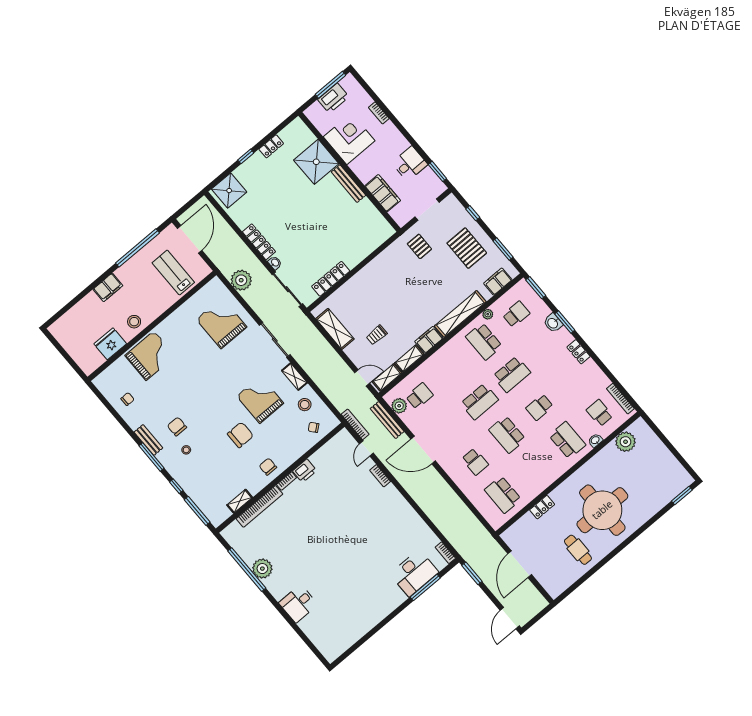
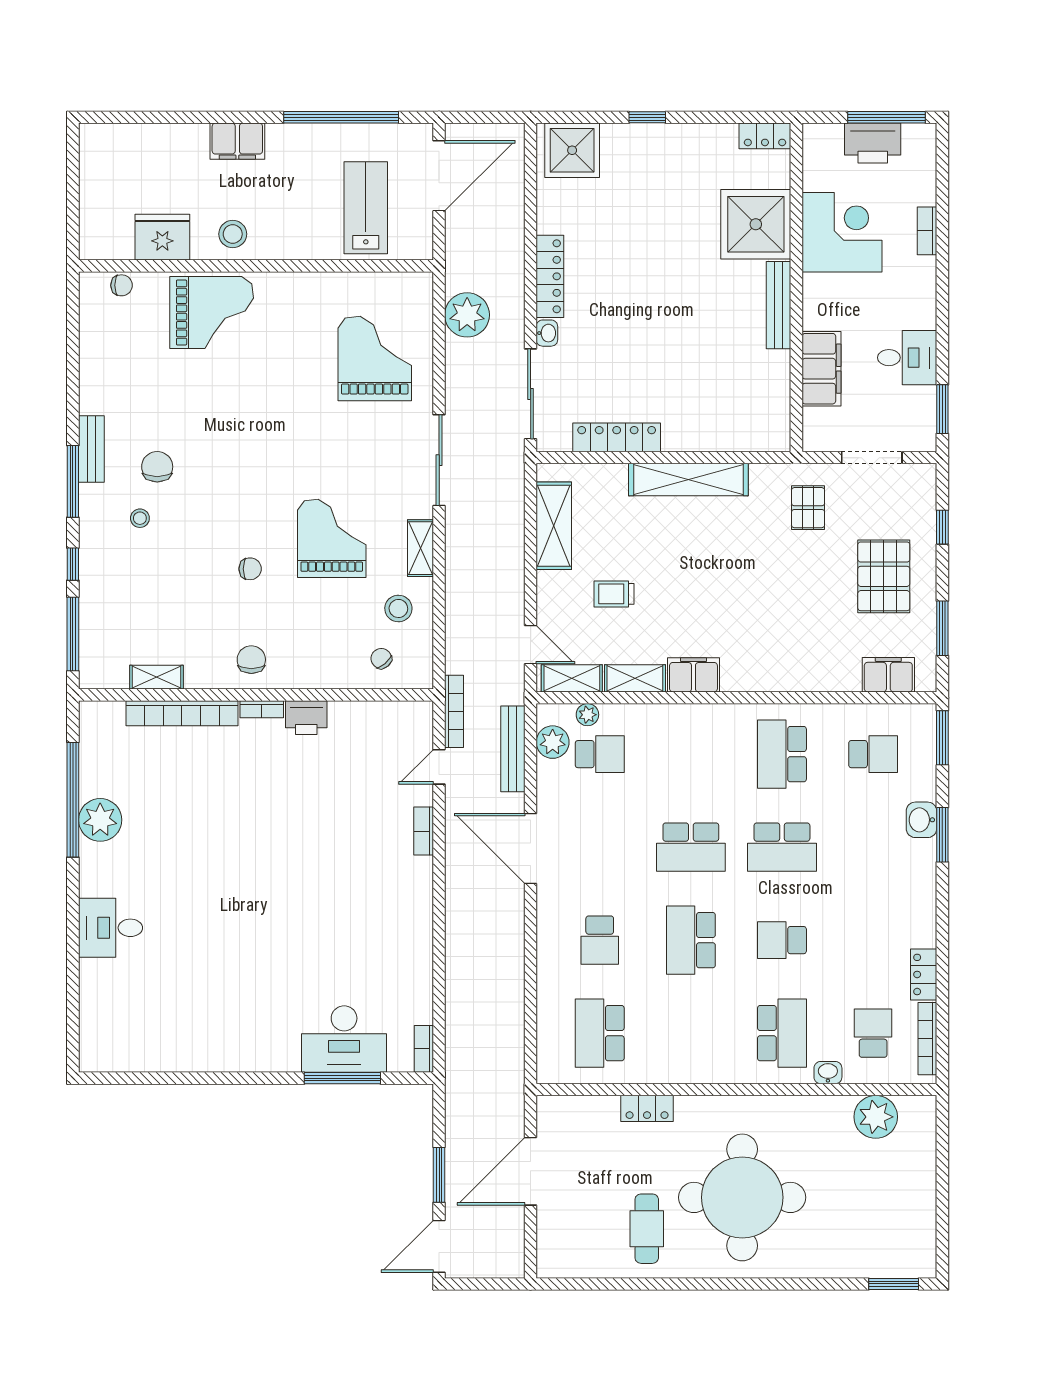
locker: (271, 146) -> (765, 136), moved
shelving: (460, 314) -> (688, 480), moved
plant: (488, 314) -> (587, 715), moved
locker: (579, 352) -> (924, 974), moved
chair: (127, 399) -> (122, 285), moved
chair: (240, 435) -> (250, 569), width x0.54, depth x0.54
window: (472, 573) -> (439, 1175), moved

